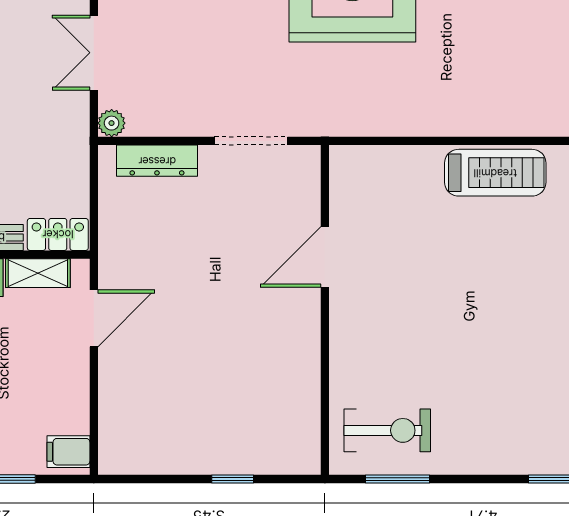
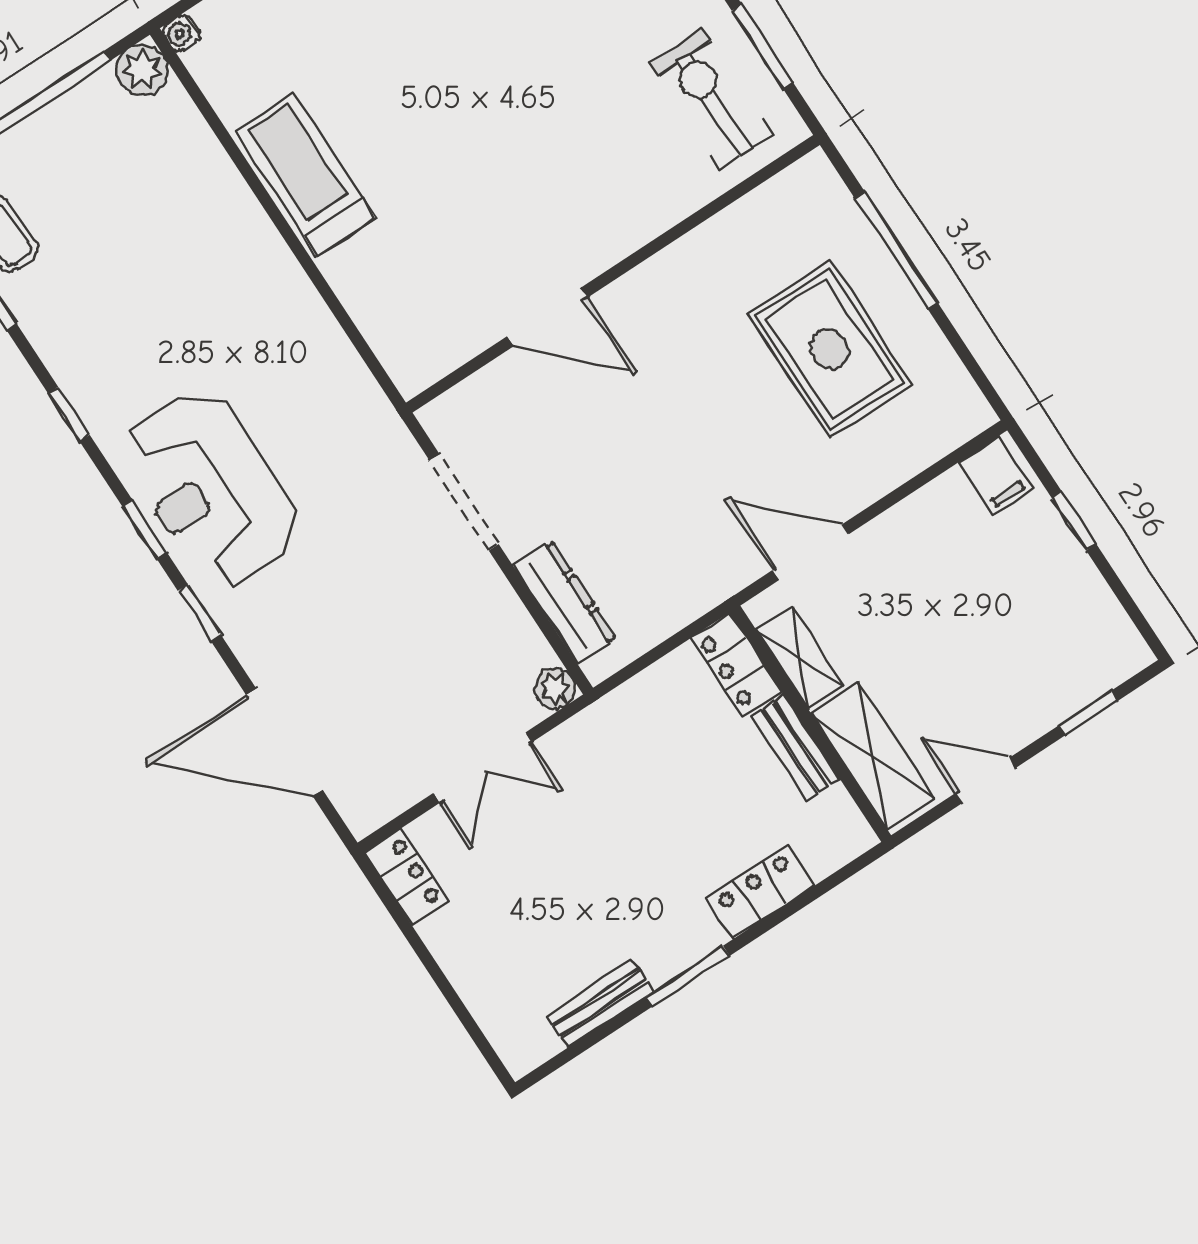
rug: (202, 405) -> (830, 349), added
window: (233, 479) -> (896, 251), width x2.17

